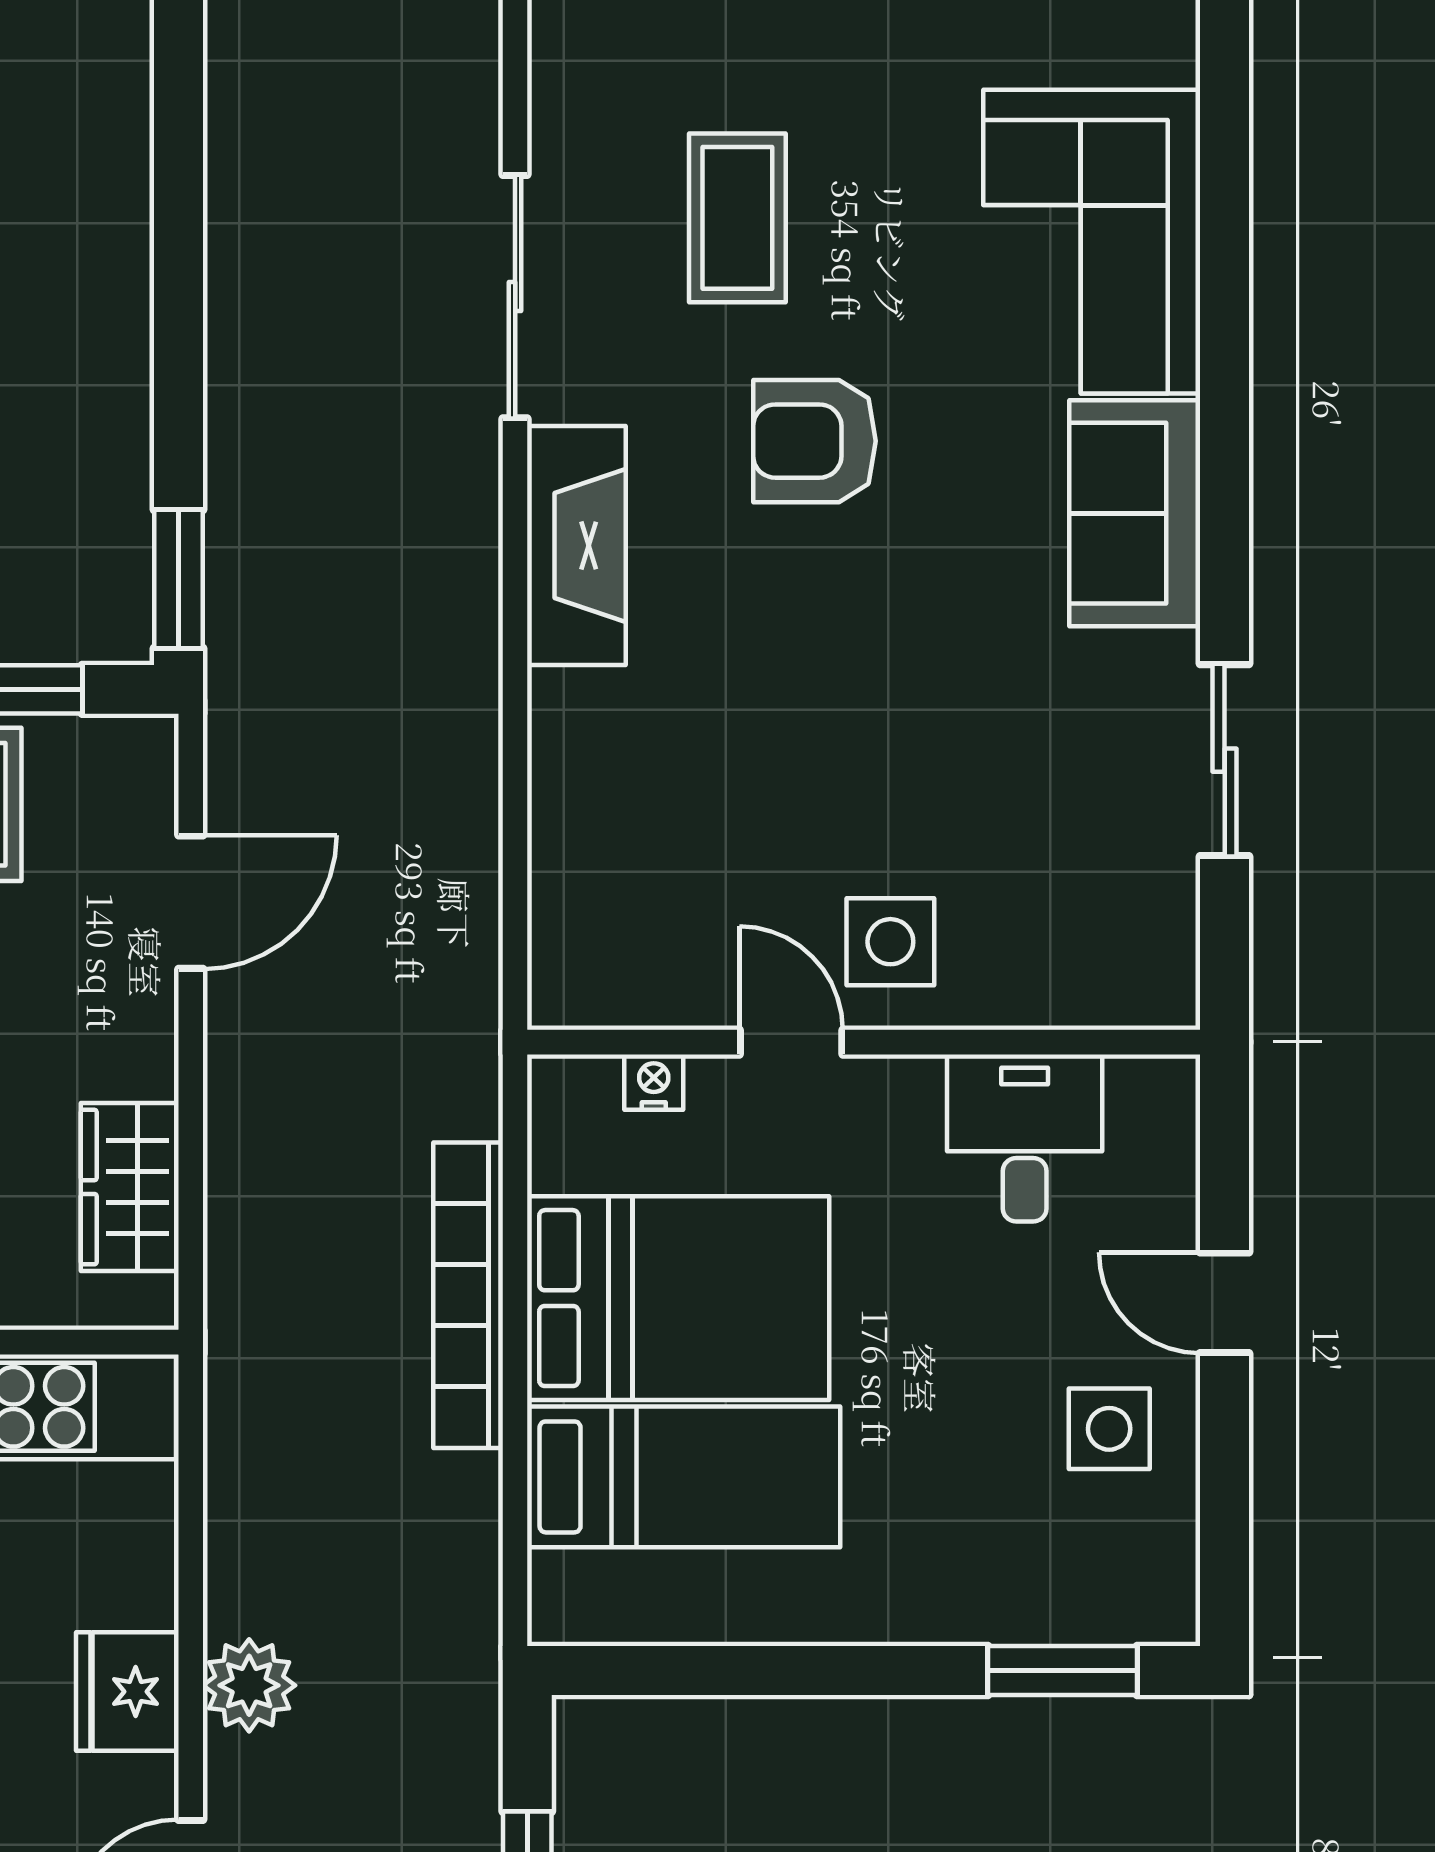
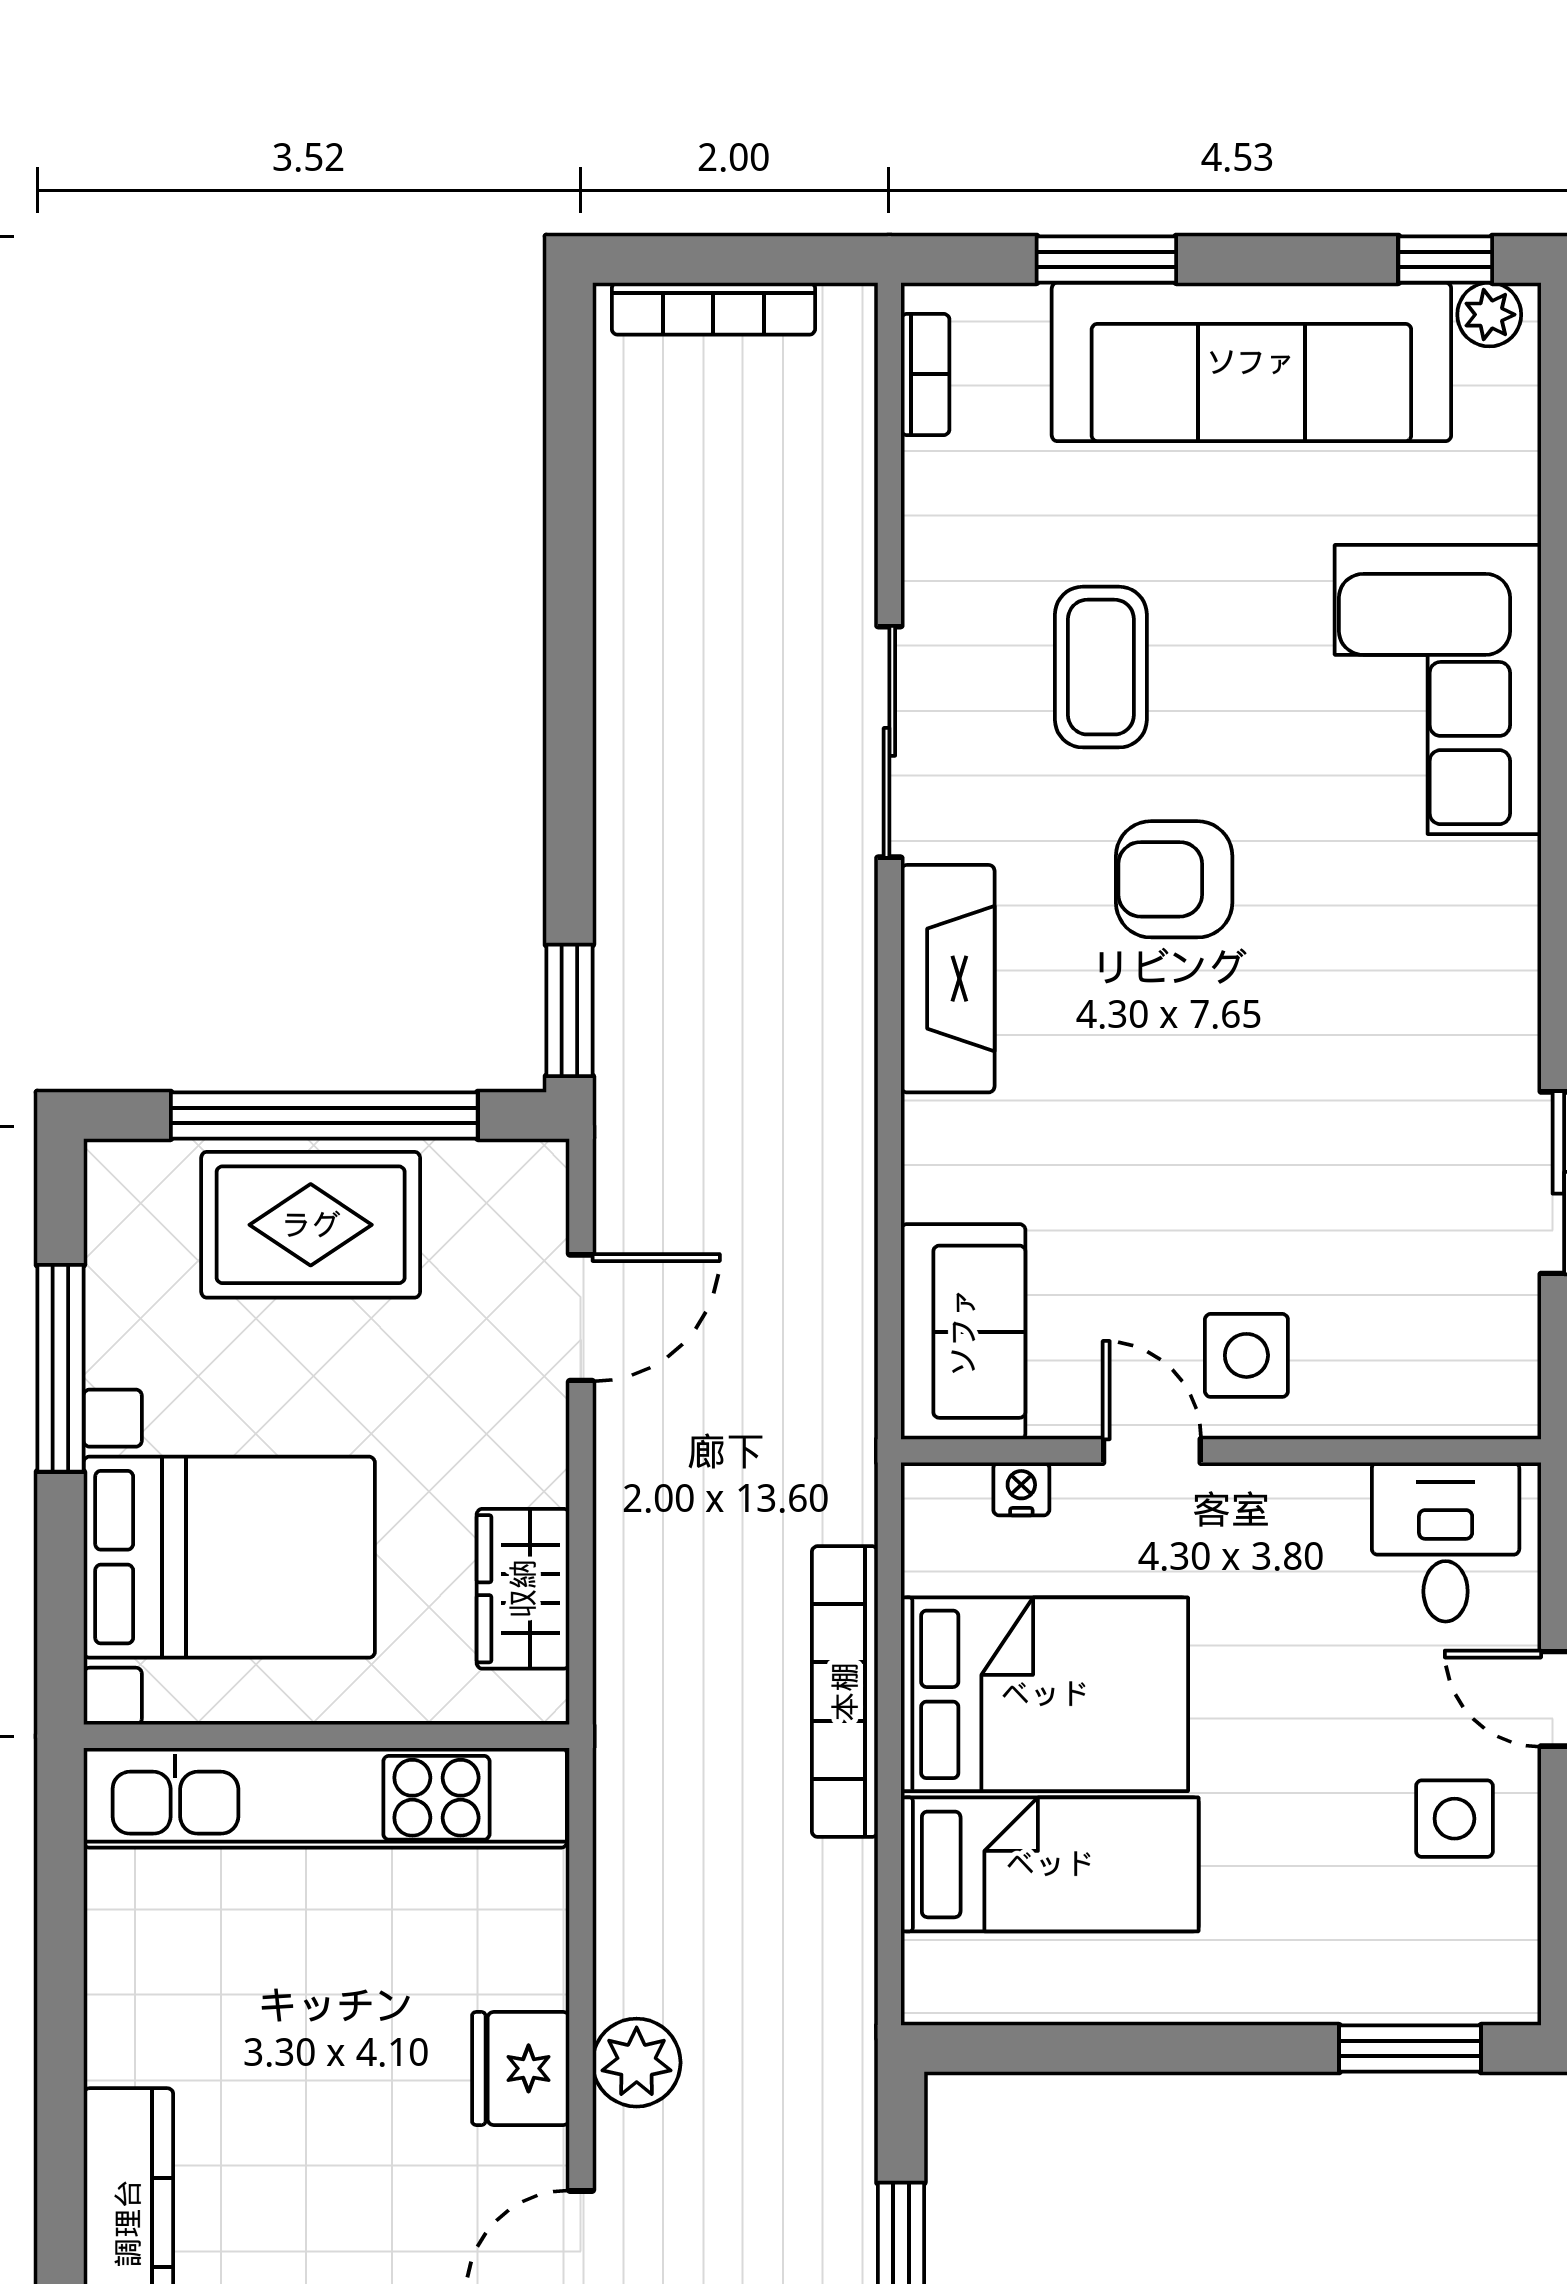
sofa: (1135, 513) -> (963, 1332), moved, turned 180
desk: (1025, 1138) -> (1446, 1542), moved

